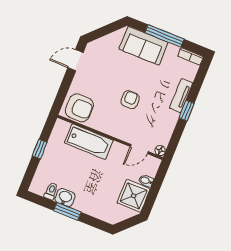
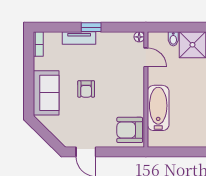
window: (164, 36) -> (29, 77), removed
armchair: (130, 100) -> (86, 89), moved, turned -90
armchair: (79, 108) -> (130, 130), turned -90
window: (40, 149) -> (184, 152), removed

